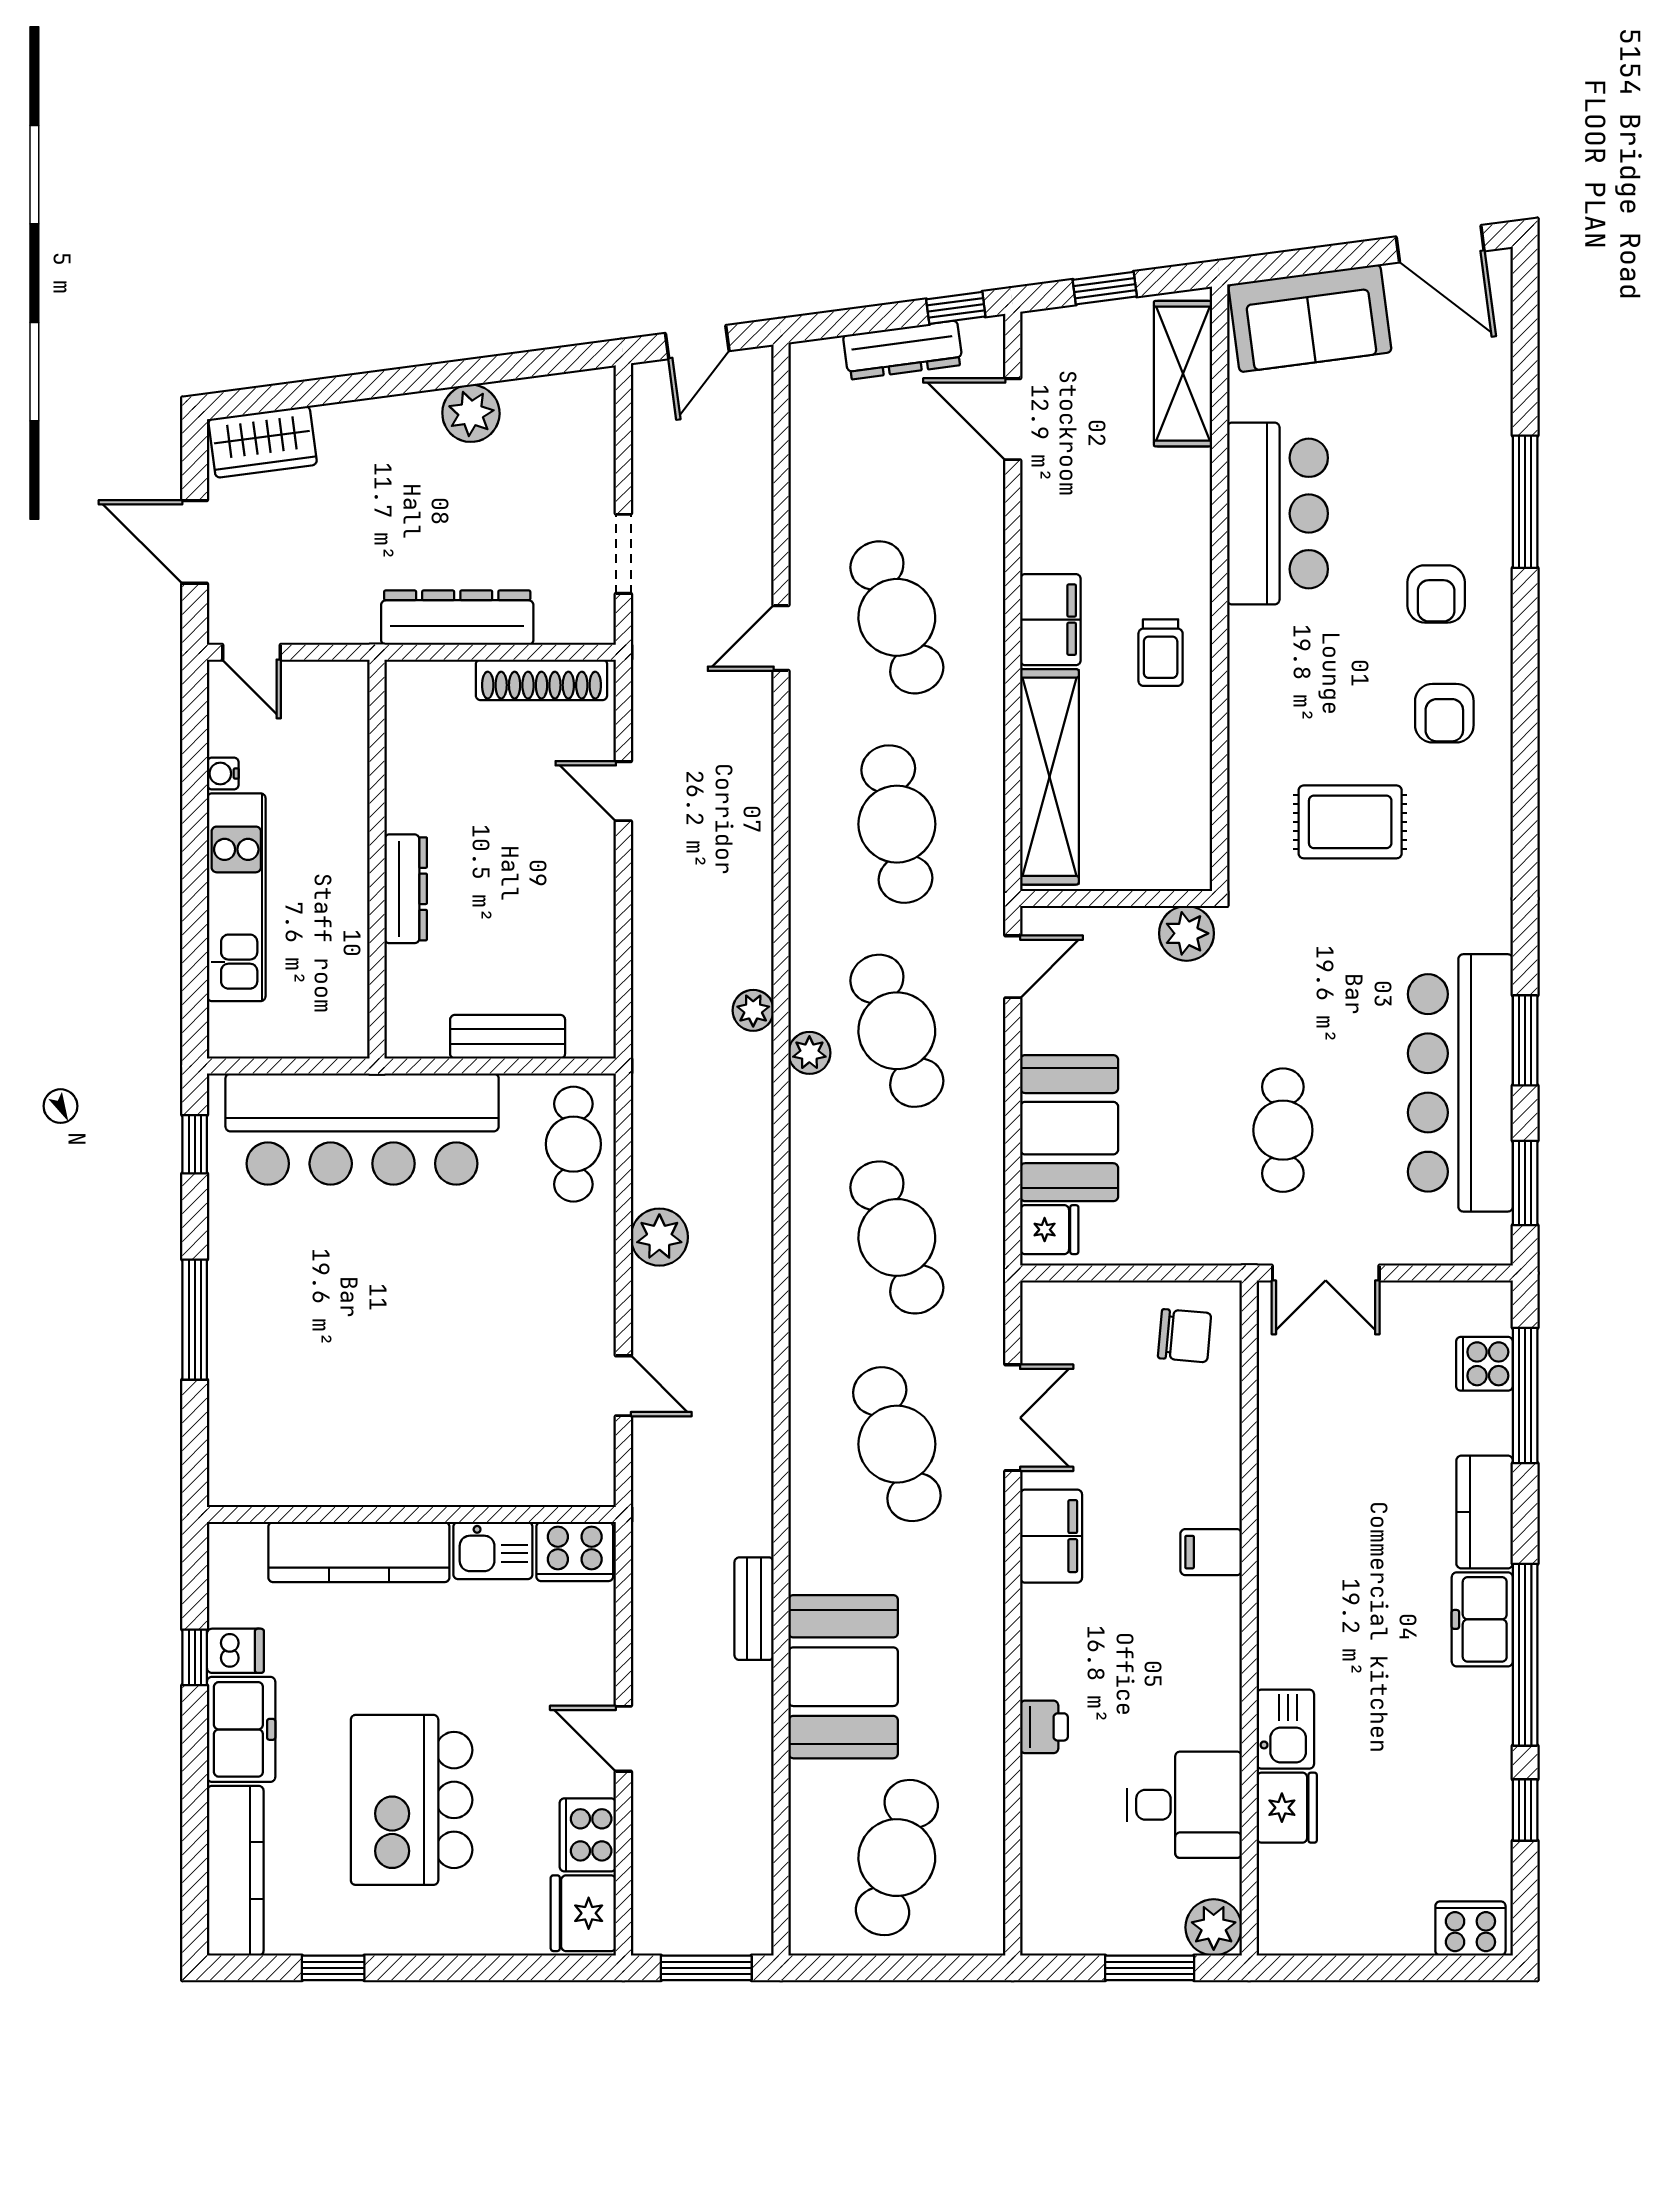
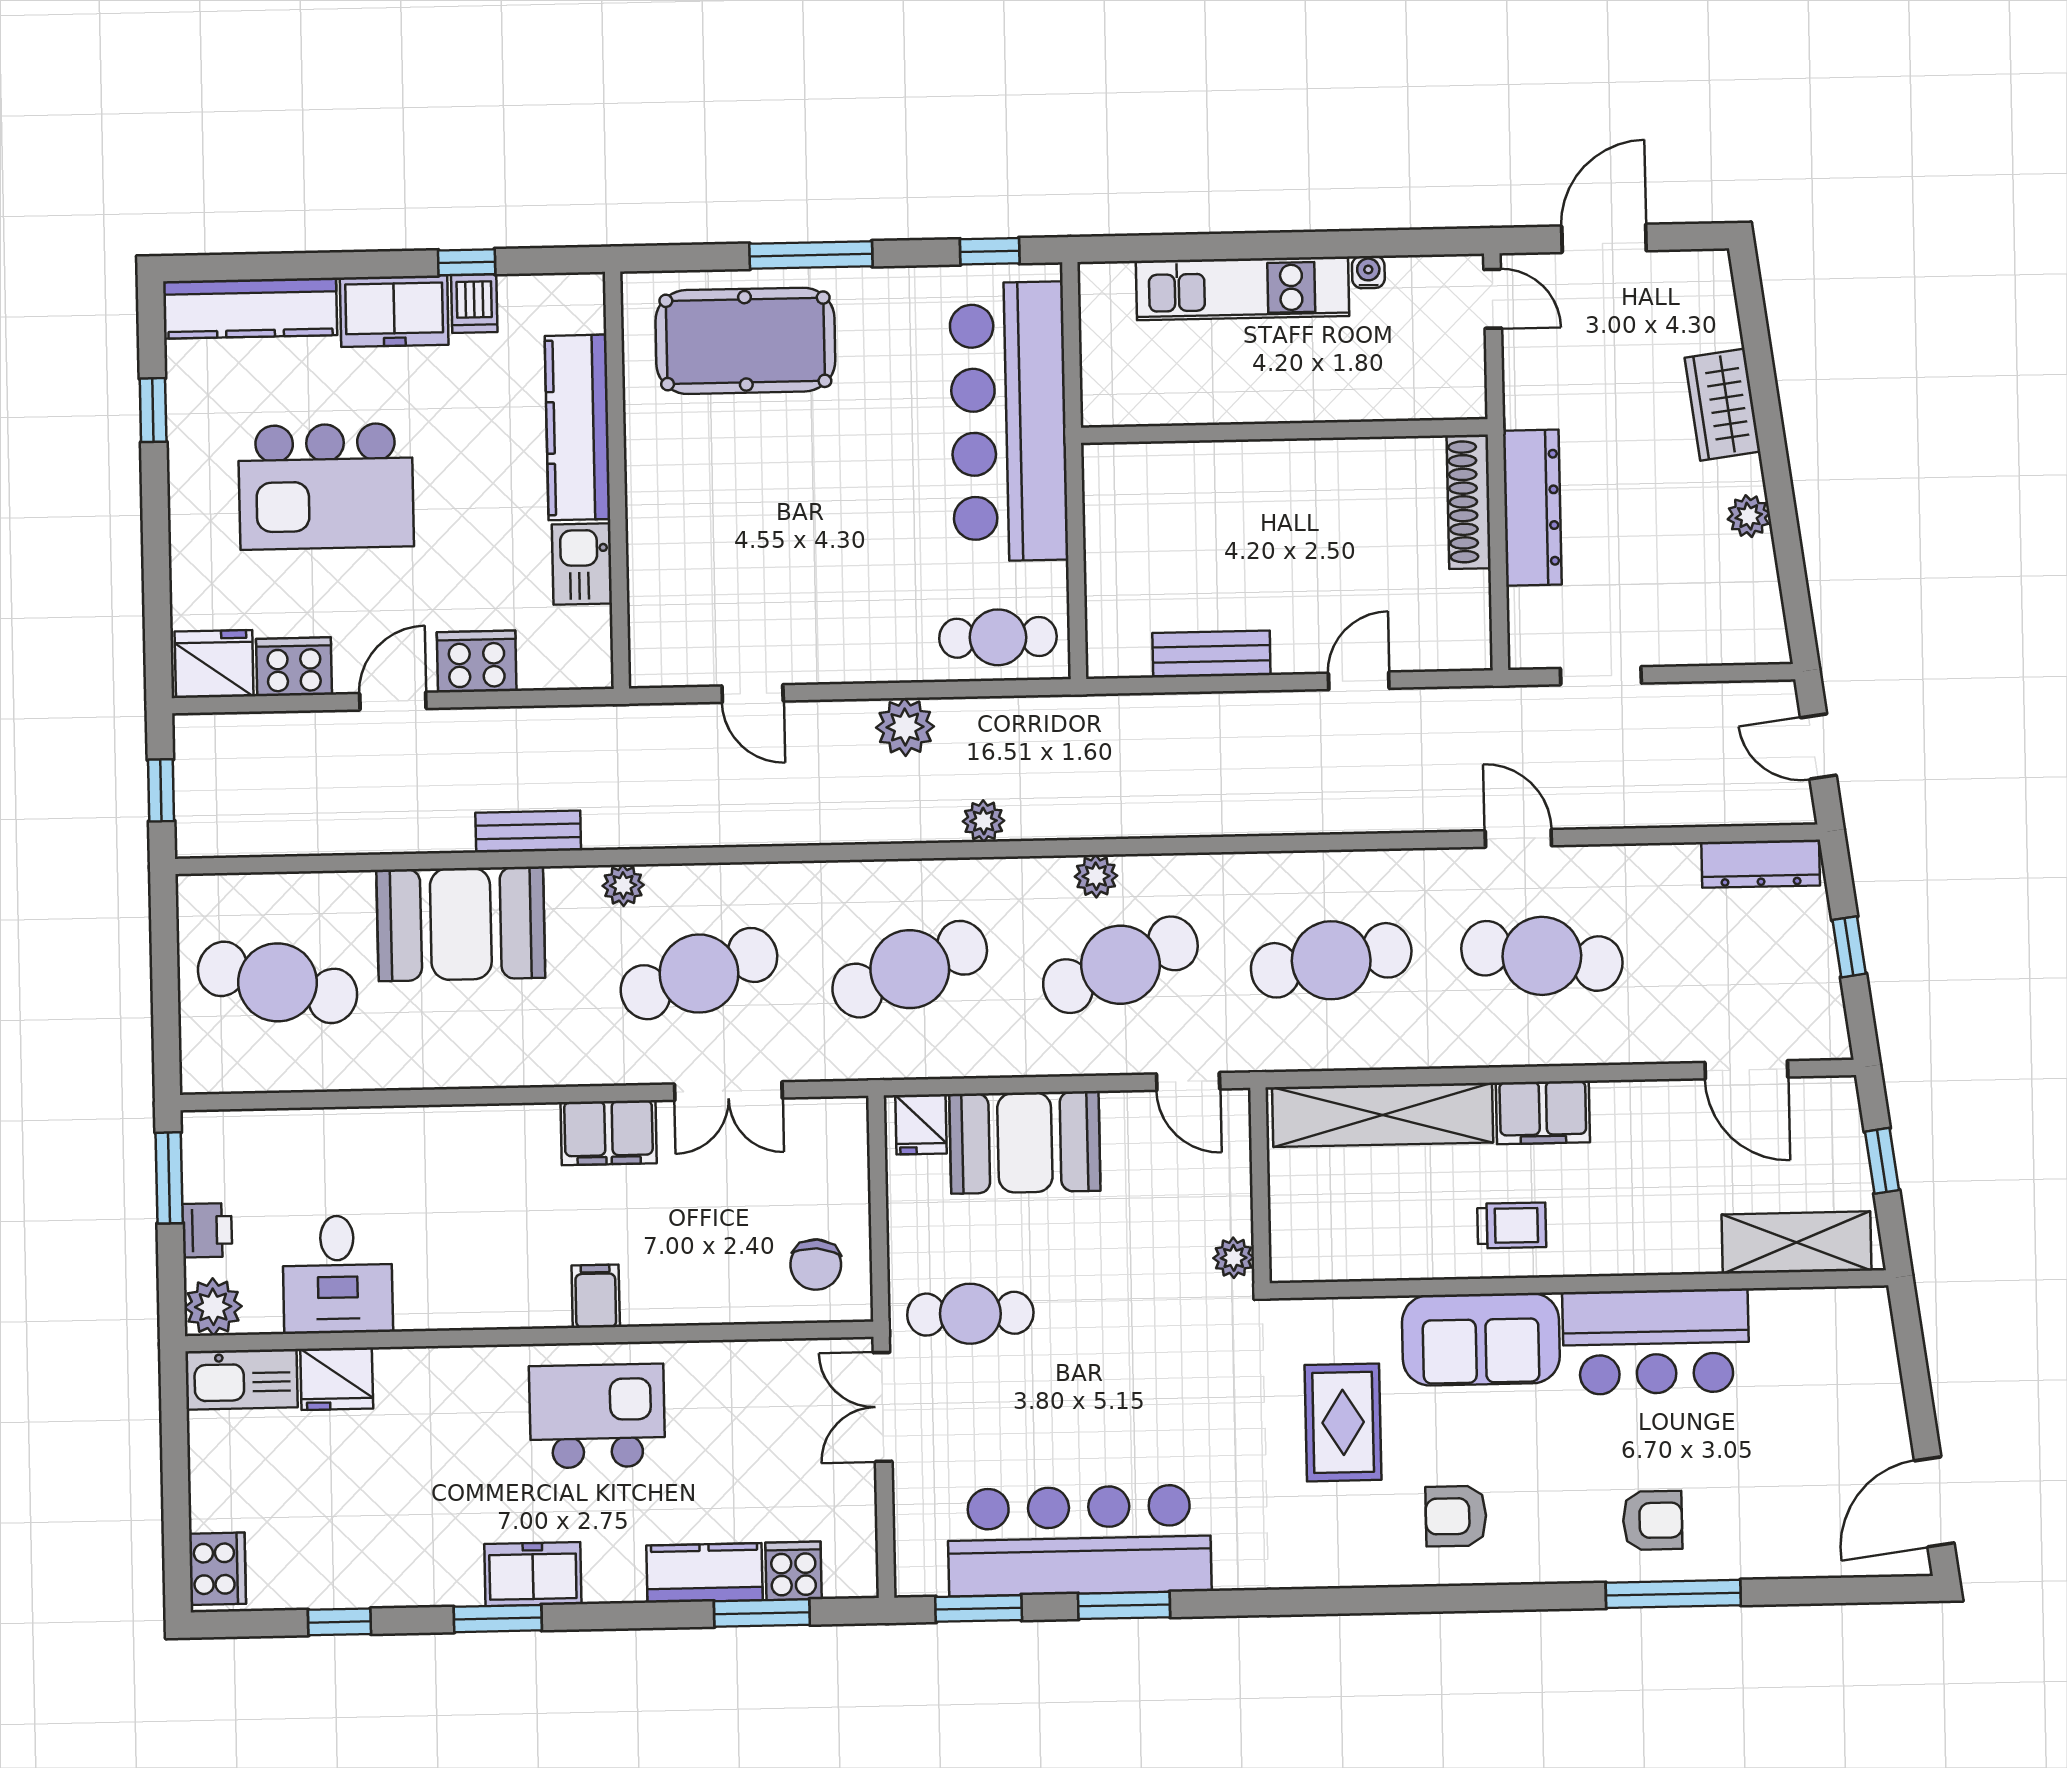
window: (956, 308) -> (1849, 947), moved
sofa: (1310, 318) -> (1481, 1339), moved, turned -82
dresser: (903, 350) -> (1761, 864), moved, turned -82
plant: (471, 413) -> (1749, 516), width x0.73, depth x0.73
door: (1013, 419) -> (1746, 1070), swing flipped
wardrobe: (263, 442) -> (1723, 405), moved
armchair: (1436, 594) -> (1653, 1520), moved, turned 180
cafe table: (897, 617) -> (1542, 956), turned 30
door: (252, 652) -> (1493, 299), swing flipped
trolley: (1161, 653) -> (1512, 1225), turned 180
shoe rack: (541, 680) -> (1469, 502), moved
dresser: (406, 889) -> (1255, 461), removed
plant: (1187, 933) -> (1234, 1258), width x0.73, depth x0.73
plant: (753, 1010) -> (984, 821), moved
bench: (508, 1037) -> (1211, 654), moved, turned 90
cafe table: (1283, 1130) -> (970, 1314), moved
pool table: (277, 1386) -> (745, 341), added
door: (623, 1386) -> (753, 693), hinge flipped
window: (1525, 1396) -> (762, 1613), width x0.69
kitchen counter: (1485, 1512) -> (705, 1573), moved
plant: (809, 1517) -> (623, 885), added
cooker: (575, 1552) -> (477, 661), moved, turned 90
kitchen island: (1329, 1553) -> (597, 1416), added
window: (1525, 1655) -> (498, 1619), width x0.47
printer: (1044, 1727) -> (207, 1230), moved, turned -90
kitchen sink: (1285, 1729) -> (241, 1379), moved, width x1.38
kitchen island: (412, 1800) -> (326, 486), turned 180
window: (706, 1968) -> (161, 790), width x0.67
window: (1150, 1968) -> (169, 1178), moved

